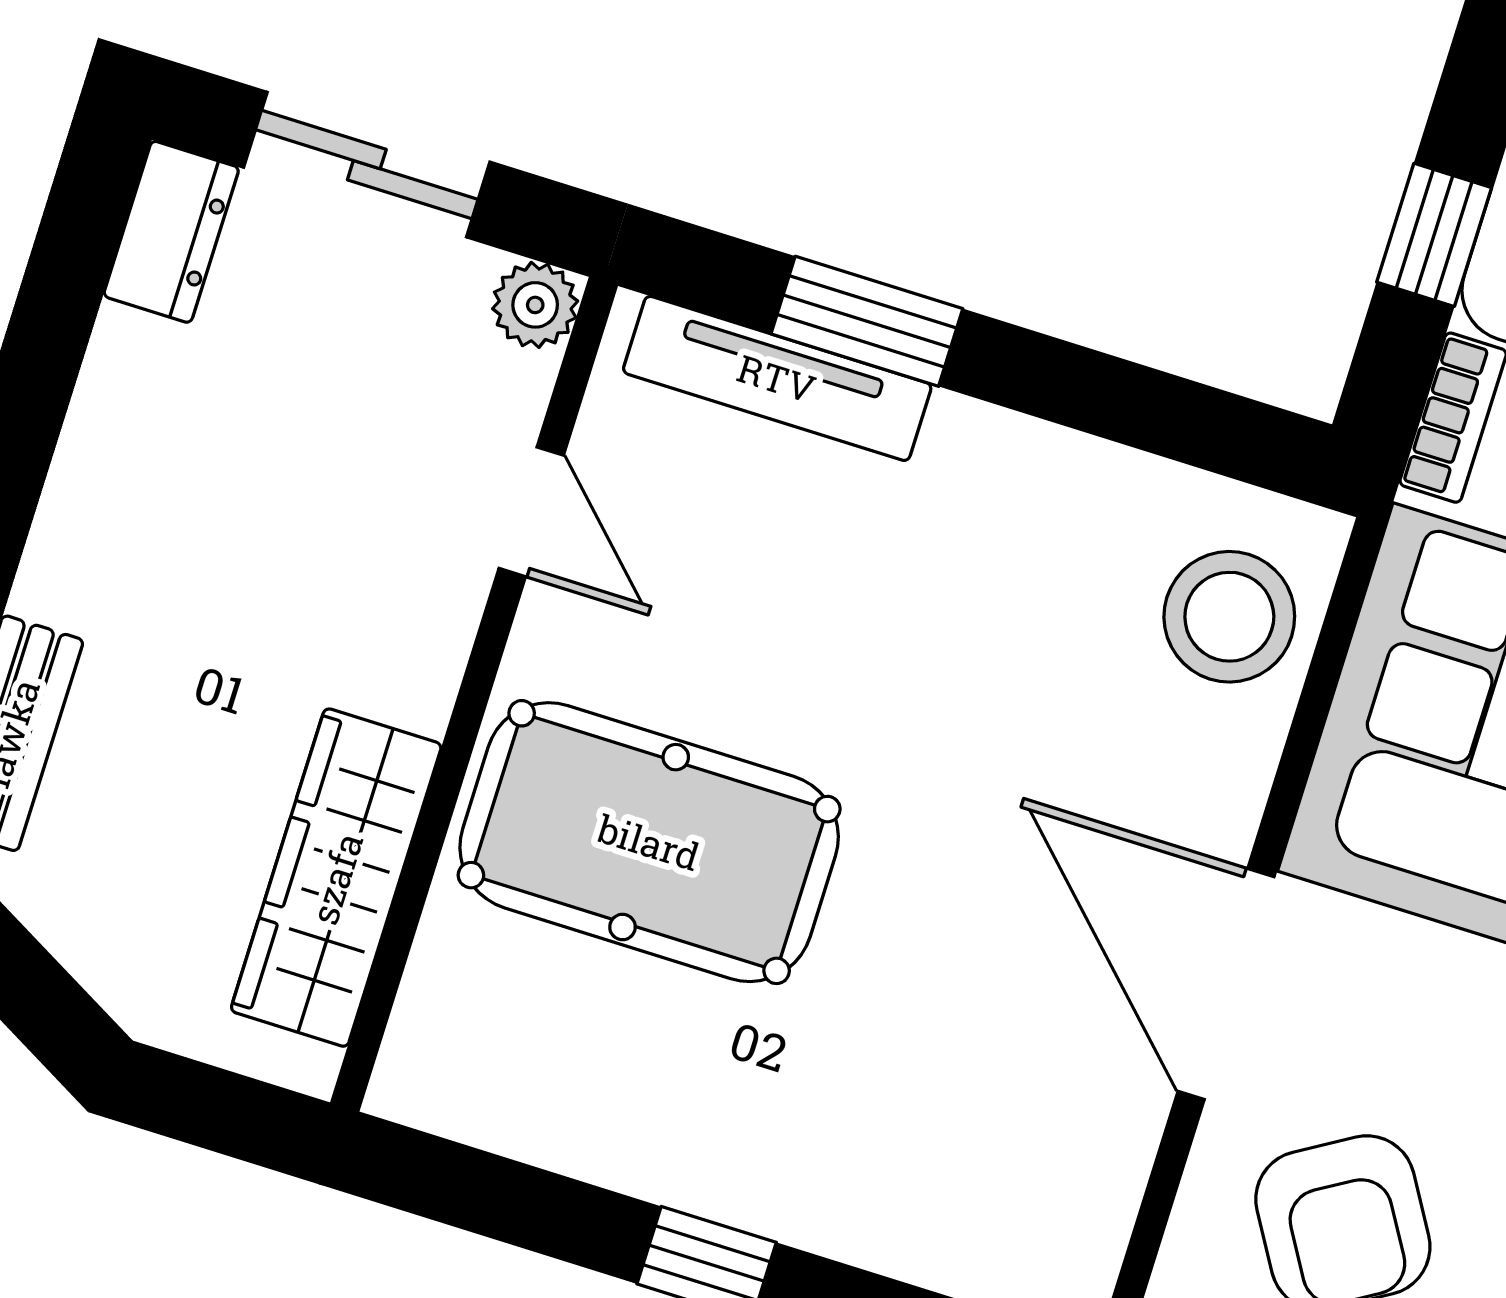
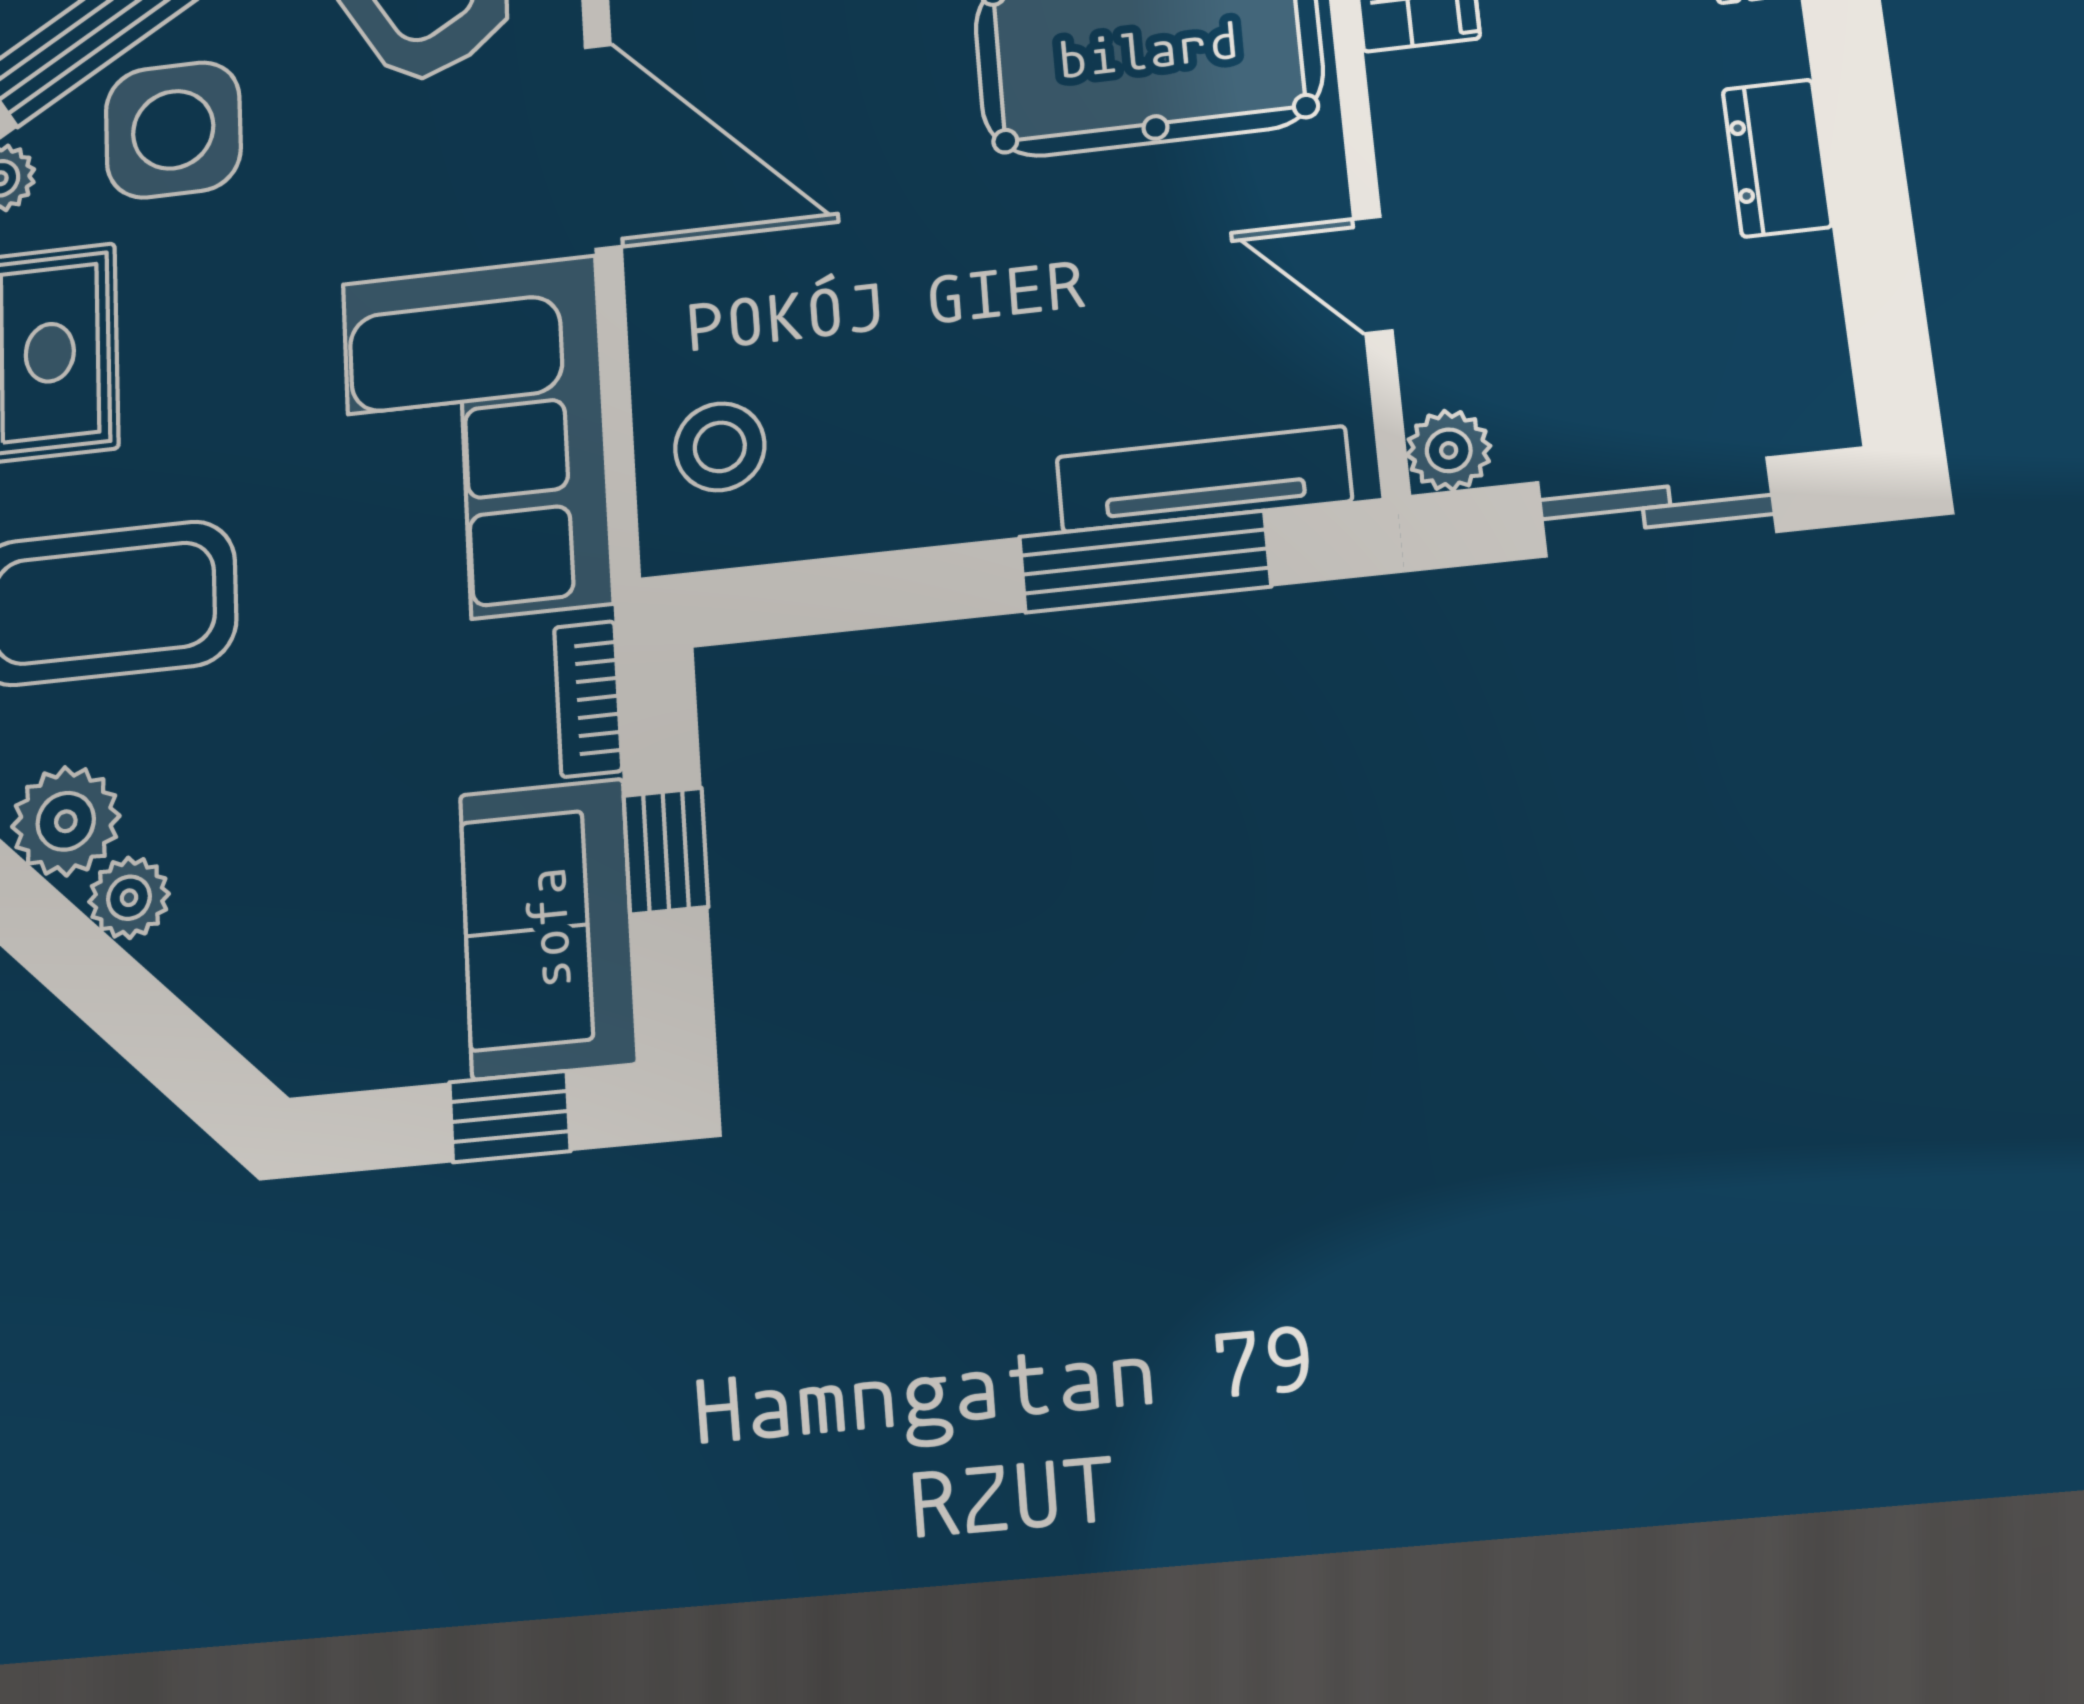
dresser: (171, 232) -> (1777, 158), moved
window: (867, 321) -> (1145, 562), width x1.44
stool: (1229, 617) -> (720, 447), width x0.73, depth x0.73

